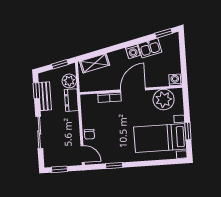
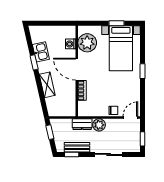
window: (164, 33) -> (34, 62), moved
washing machine: (133, 51) -> (43, 67), removed
shelving: (95, 63) -> (47, 85), moved
washing machine: (175, 80) -> (71, 44), moved
plant: (69, 81) -> (99, 125), moved
window: (114, 166) -> (142, 71), moved

